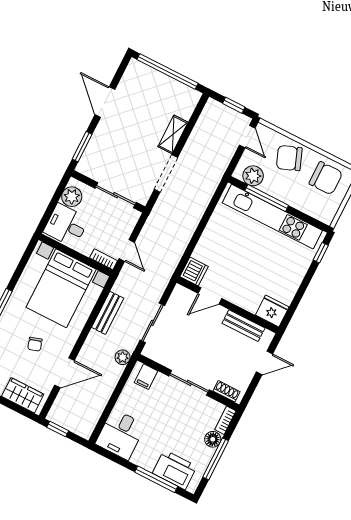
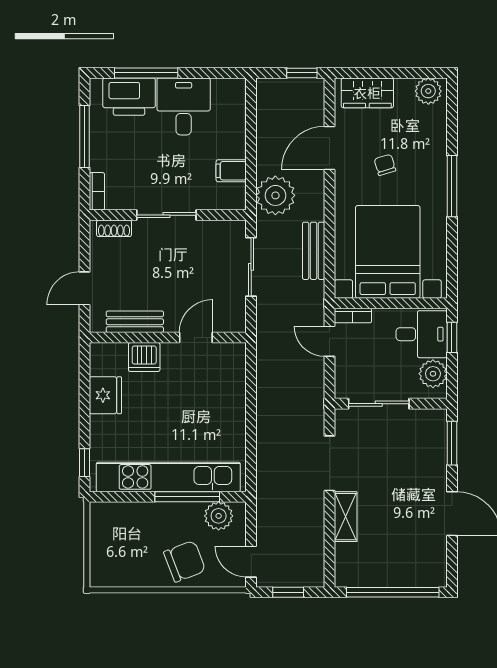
chair: (326, 178) -> (126, 559), removed
window: (48, 214) -> (452, 337), added
dishwasher: (194, 271) -> (144, 357), moved, turned -90
fridge: (272, 311) -> (105, 395), moved, turned -90
plant: (123, 357) -> (275, 195), width x1.87, depth x1.87
filing cabinet: (146, 377) -> (231, 171), moved, turned -90
desk: (120, 434) -> (184, 106), moved
floor lamp: (213, 439) -> (101, 159), removed

